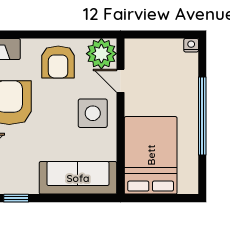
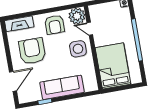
sofa: (78, 178) -> (62, 87), moved

